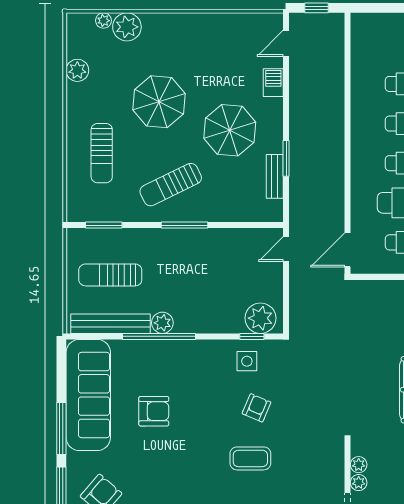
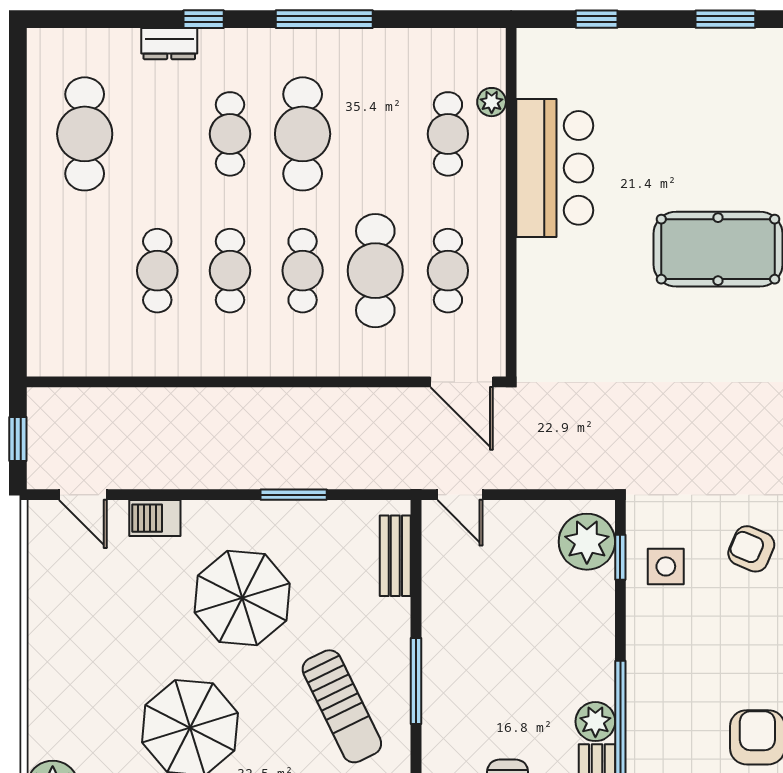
bench: (275, 176) -> (395, 556), moved, turned 90

